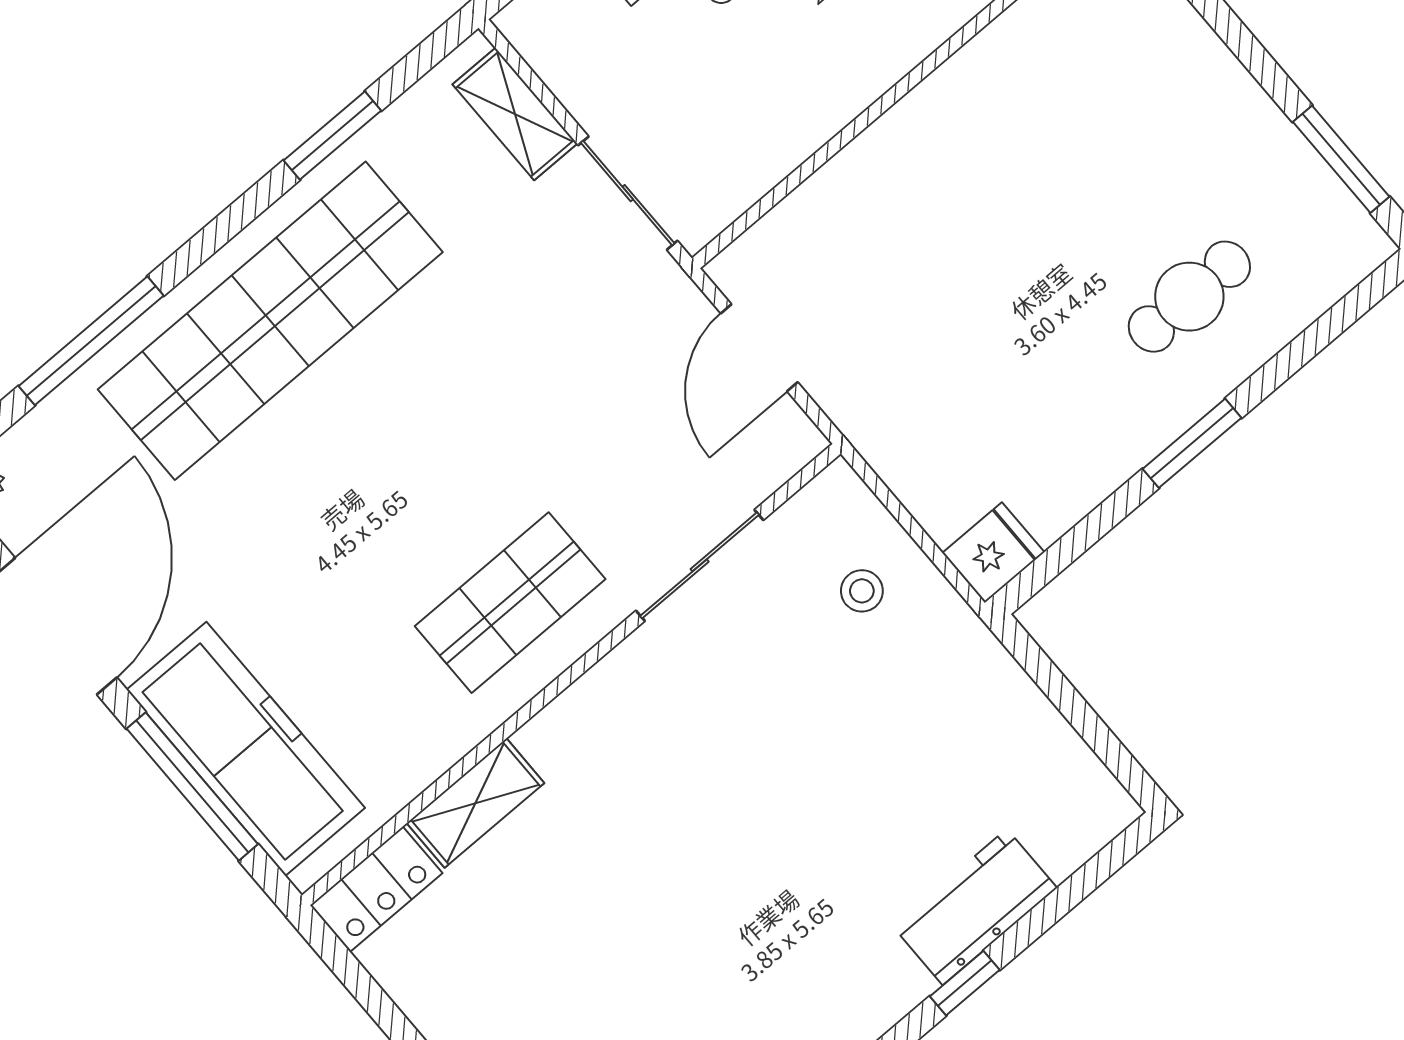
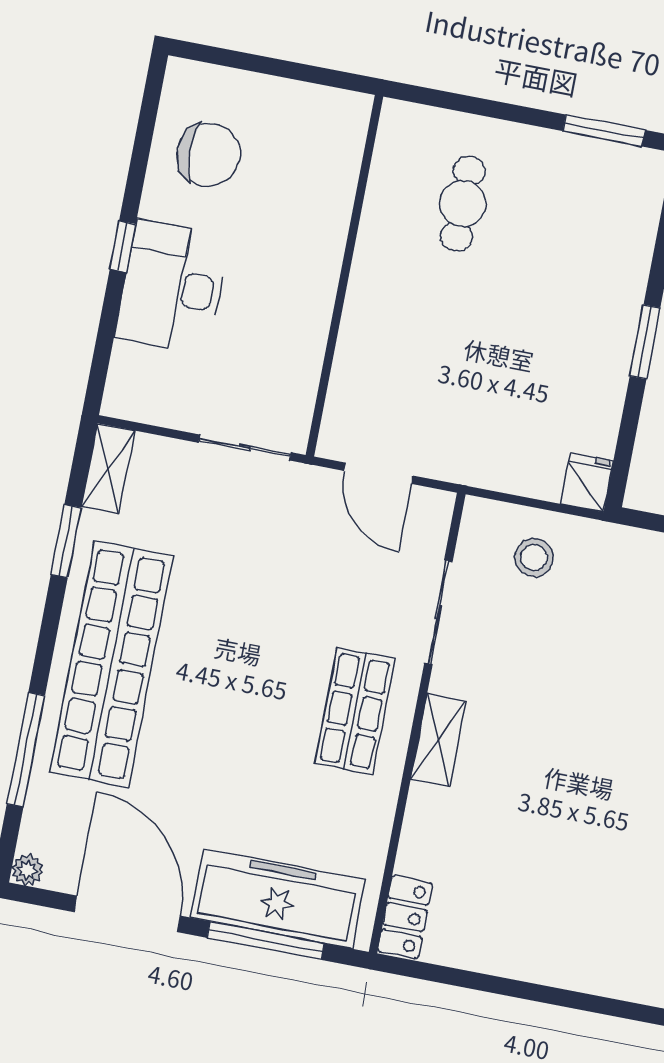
shelving: (515, 114) -> (108, 468), moved, turned 90
cafe table: (1189, 297) -> (463, 204), moved
stool: (862, 591) -> (534, 557), width x1.37, depth x1.37
shelving: (475, 803) -> (438, 740), moved

